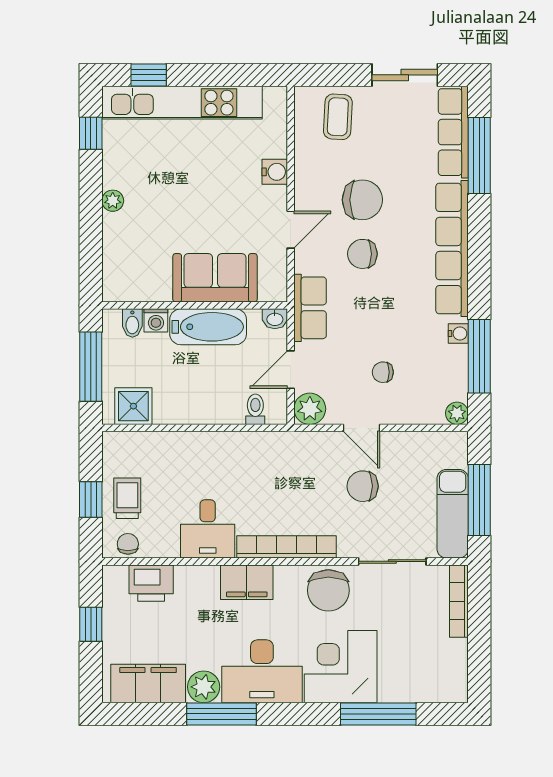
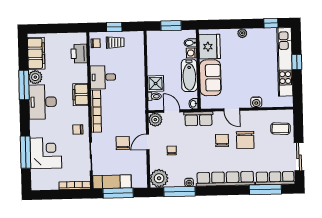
window: (149, 75) -> (297, 62), moved
fridge: (142, 278) -> (210, 47), added
window: (91, 367) -> (171, 26), width x0.69
shower: (133, 406) -> (156, 84), moved
plant: (457, 413) -> (159, 178), width x1.88, depth x1.88
chair: (328, 590) -> (78, 129), width x0.54, depth x0.54
window: (91, 624) -> (61, 28), removed
corner desk: (341, 667) -> (46, 153), moved

